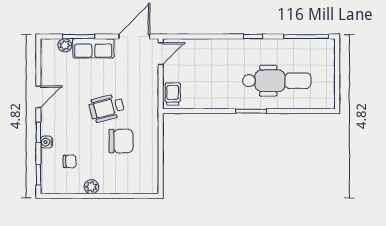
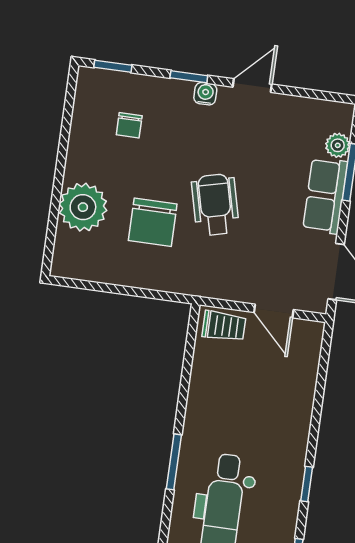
door: (161, 53) -> (274, 311), moved
door: (38, 97) -> (252, 86), swing flipped
water cooler: (46, 142) -> (205, 94), moved
plant: (91, 187) -> (83, 207), moved, width x1.87, depth x1.87

